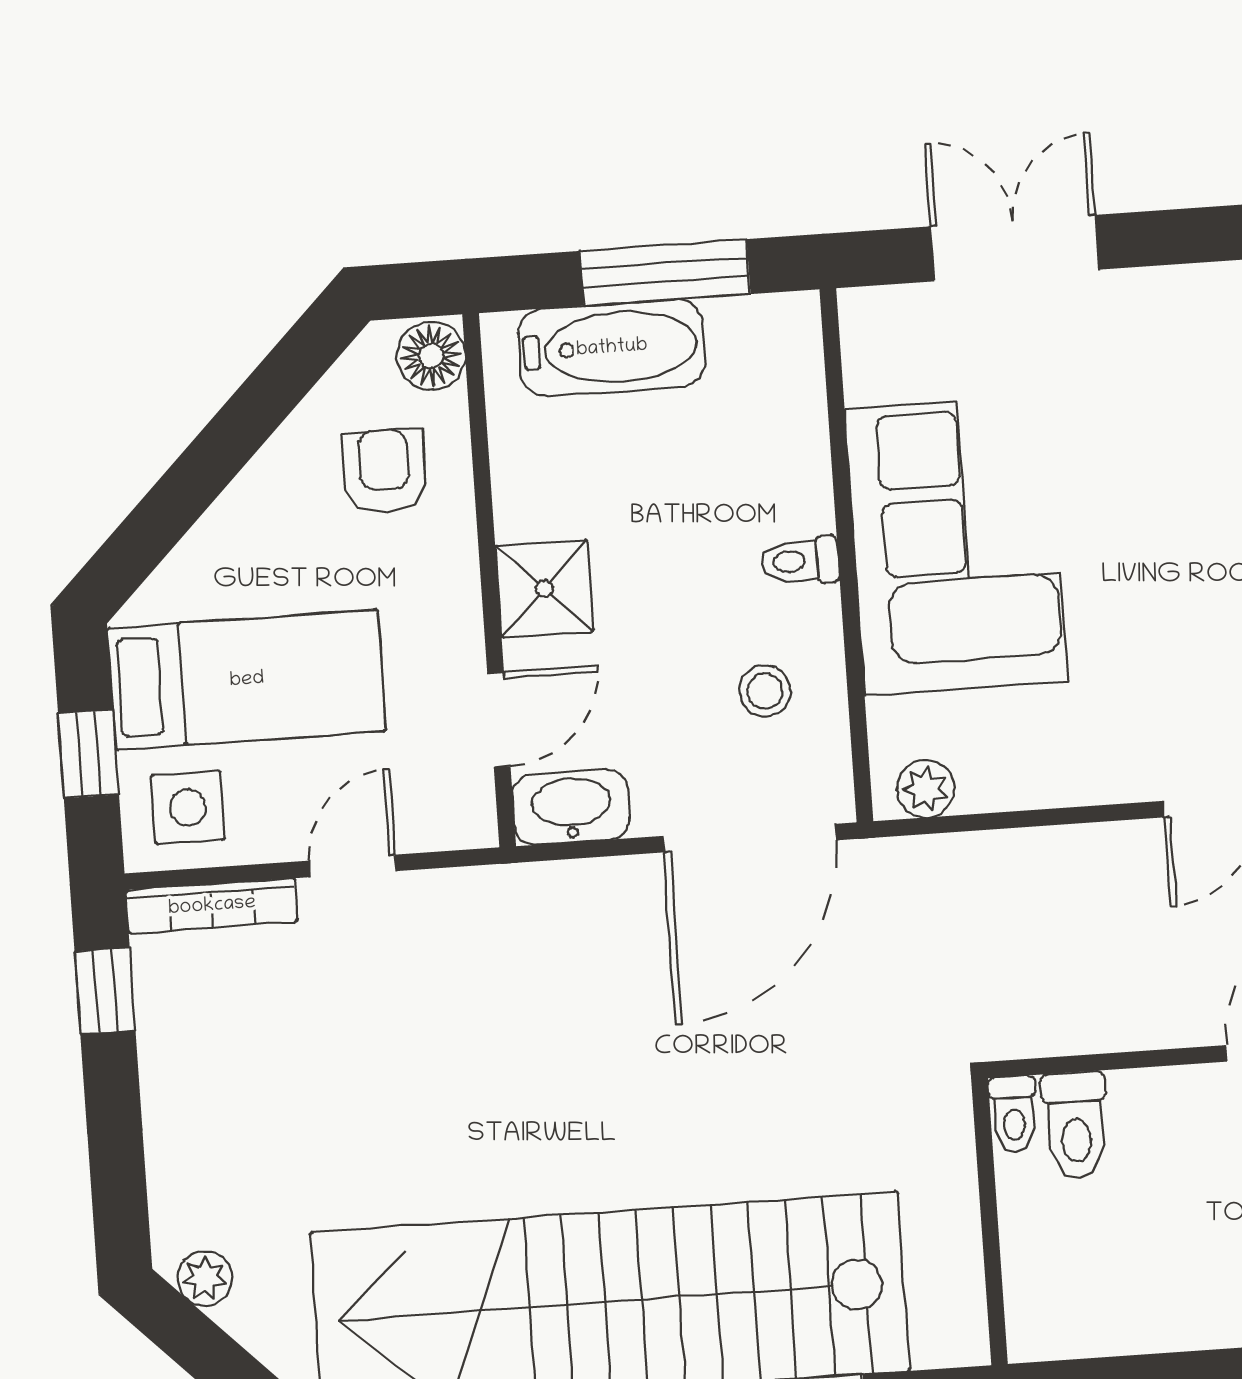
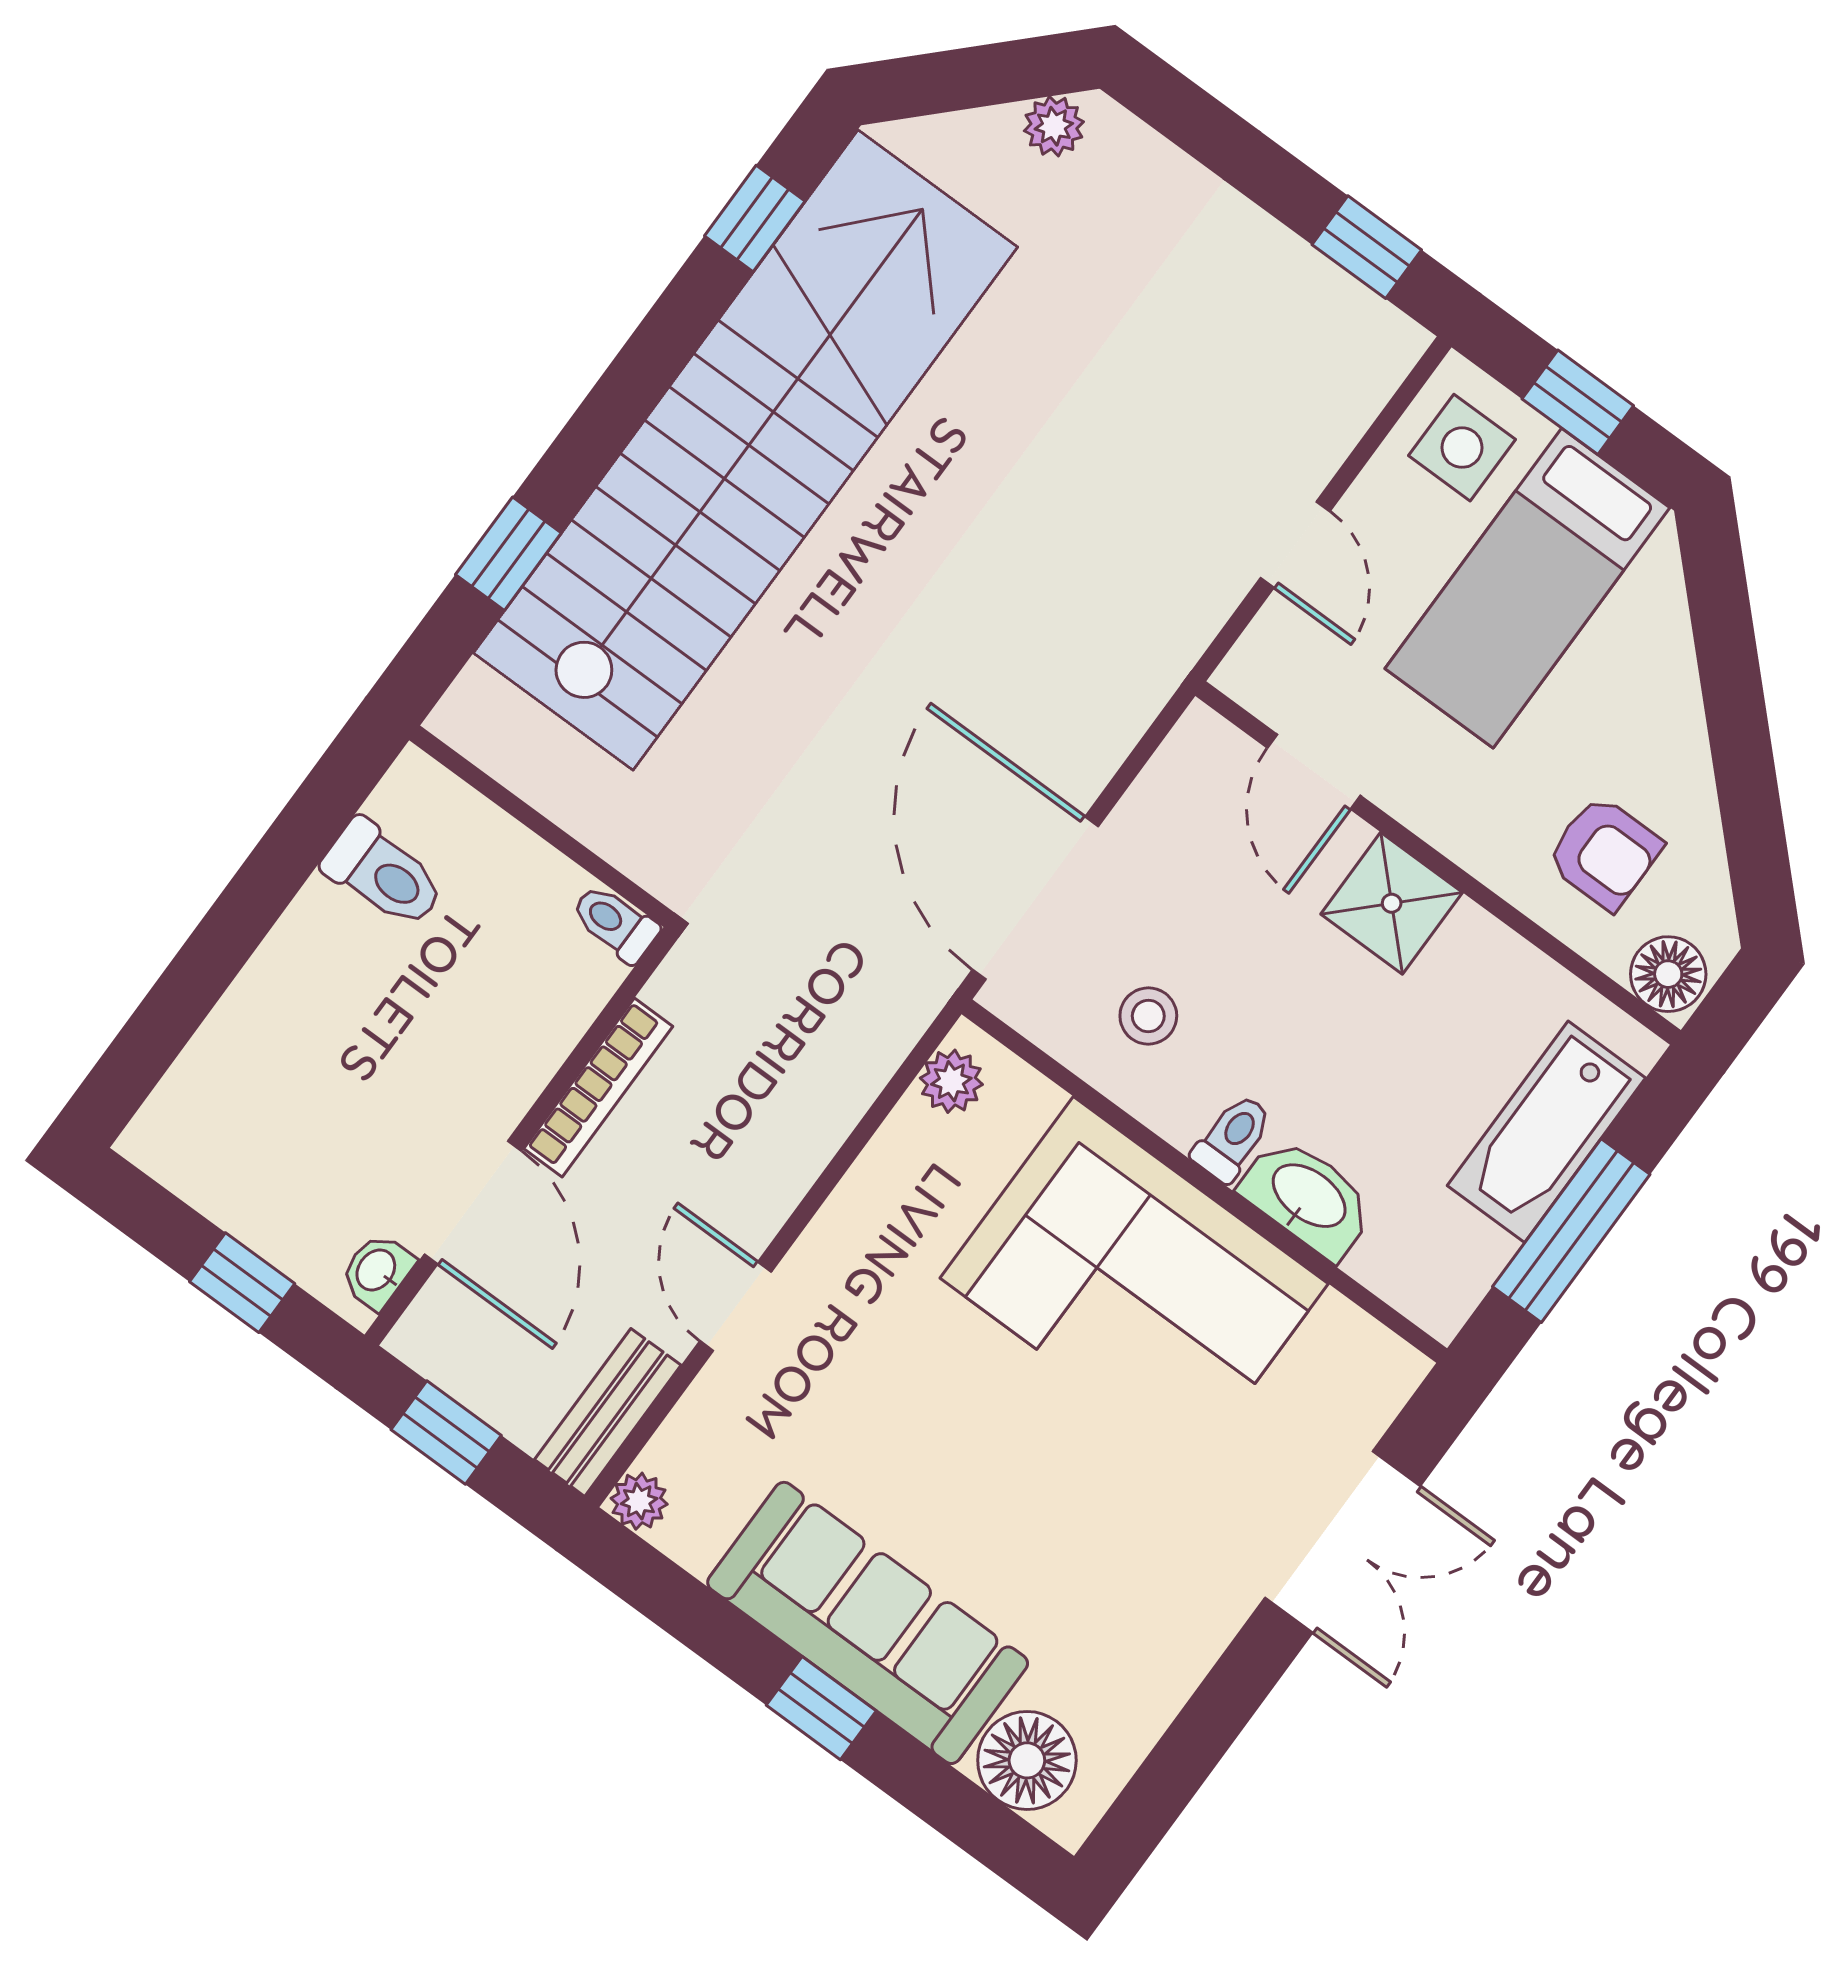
washbasin: (571, 807) -> (1308, 1197), moved, turned -90
bookcase: (212, 906) -> (598, 1088), moved, turned 180
toilet: (1076, 1125) -> (384, 874), moved, turned 180

